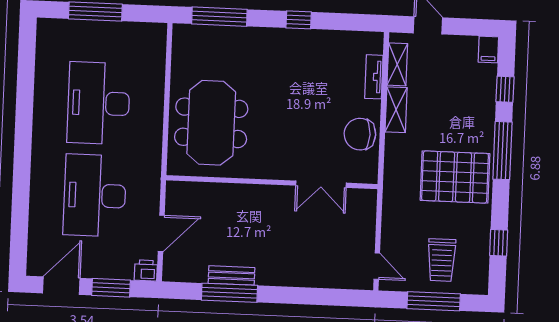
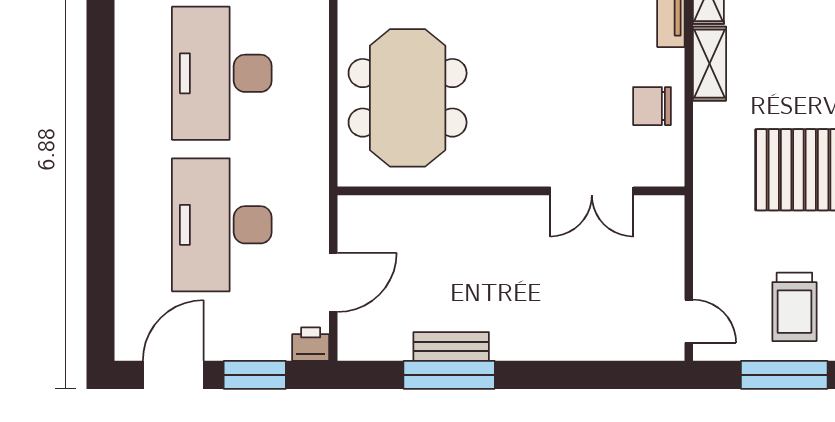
chair: (360, 134) -> (652, 106), width x0.73, depth x0.73

